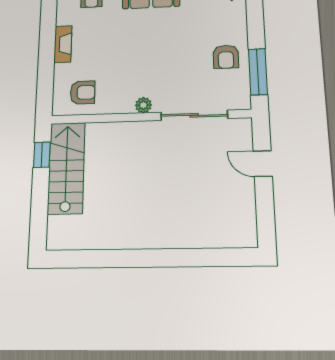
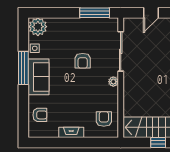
armchair: (226, 57) -> (83, 61), moved, turned 90
window: (42, 155) -> (158, 142), moved

